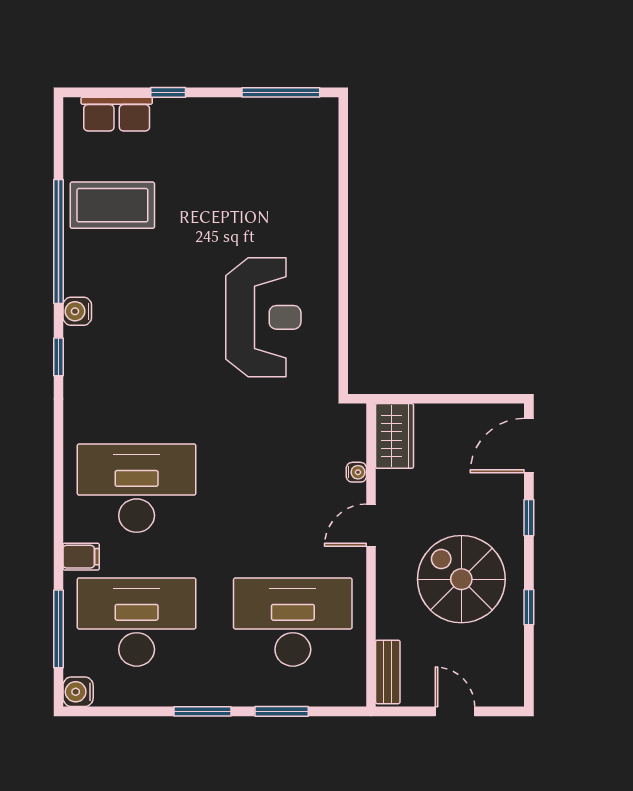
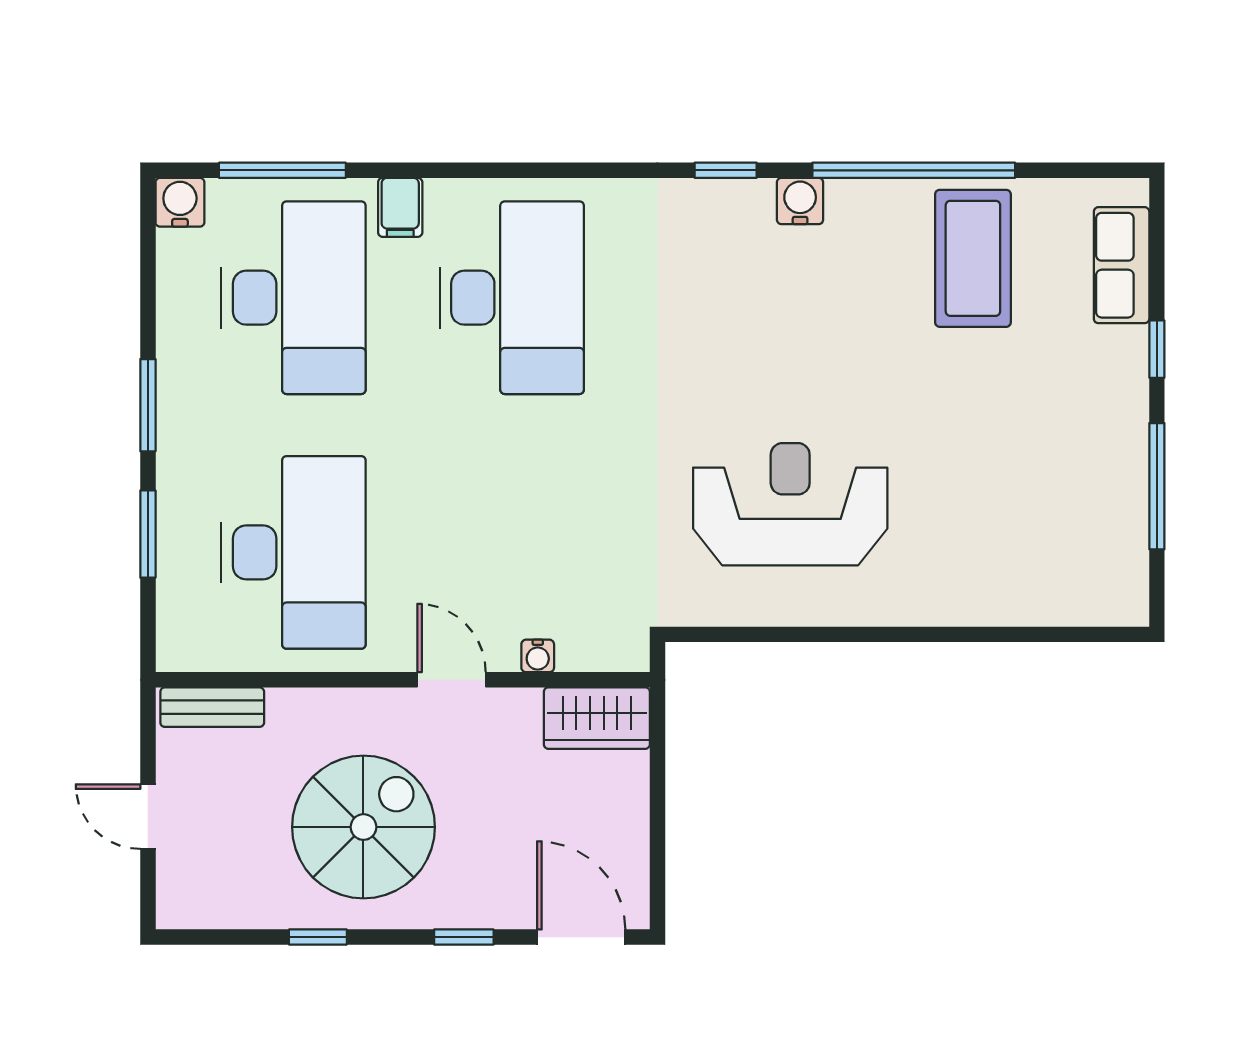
window: (281, 92) -> (1157, 486), moved
reception desk: (263, 317) -> (790, 504), turned 180
door: (455, 711) -> (148, 817), swing flipped

